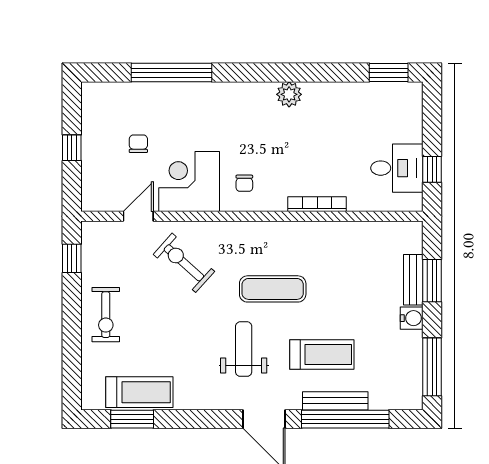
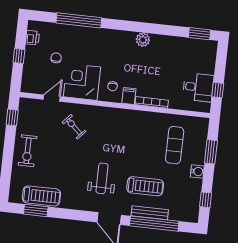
printer: (92, 112) -> (32, 38), added
filing cabinet: (275, 197) -> (129, 96), added
exercise bike: (184, 263) -> (74, 127), width x0.73, depth x0.72
bench: (413, 280) -> (201, 150), removed
exercise mat: (273, 289) -> (175, 145), moved, turned 90
window: (432, 367) -> (206, 200), width x0.46

